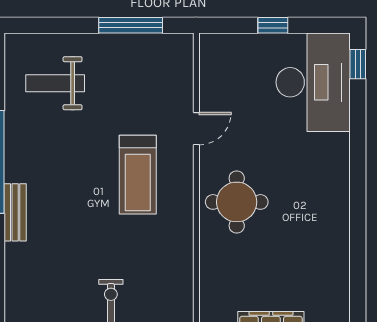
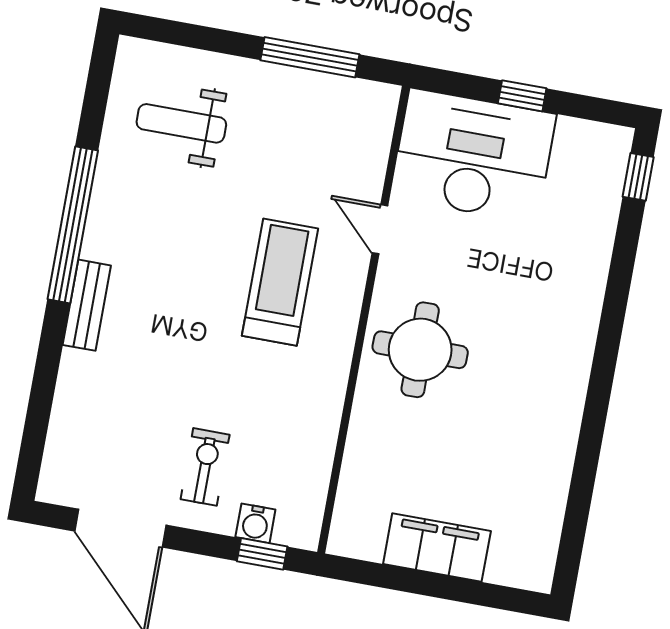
desk: (313, 82) -> (473, 156), moved, turned -90
door: (196, 129) -> (380, 229), swing flipped
treadmill: (138, 175) -> (280, 282), turned 180

